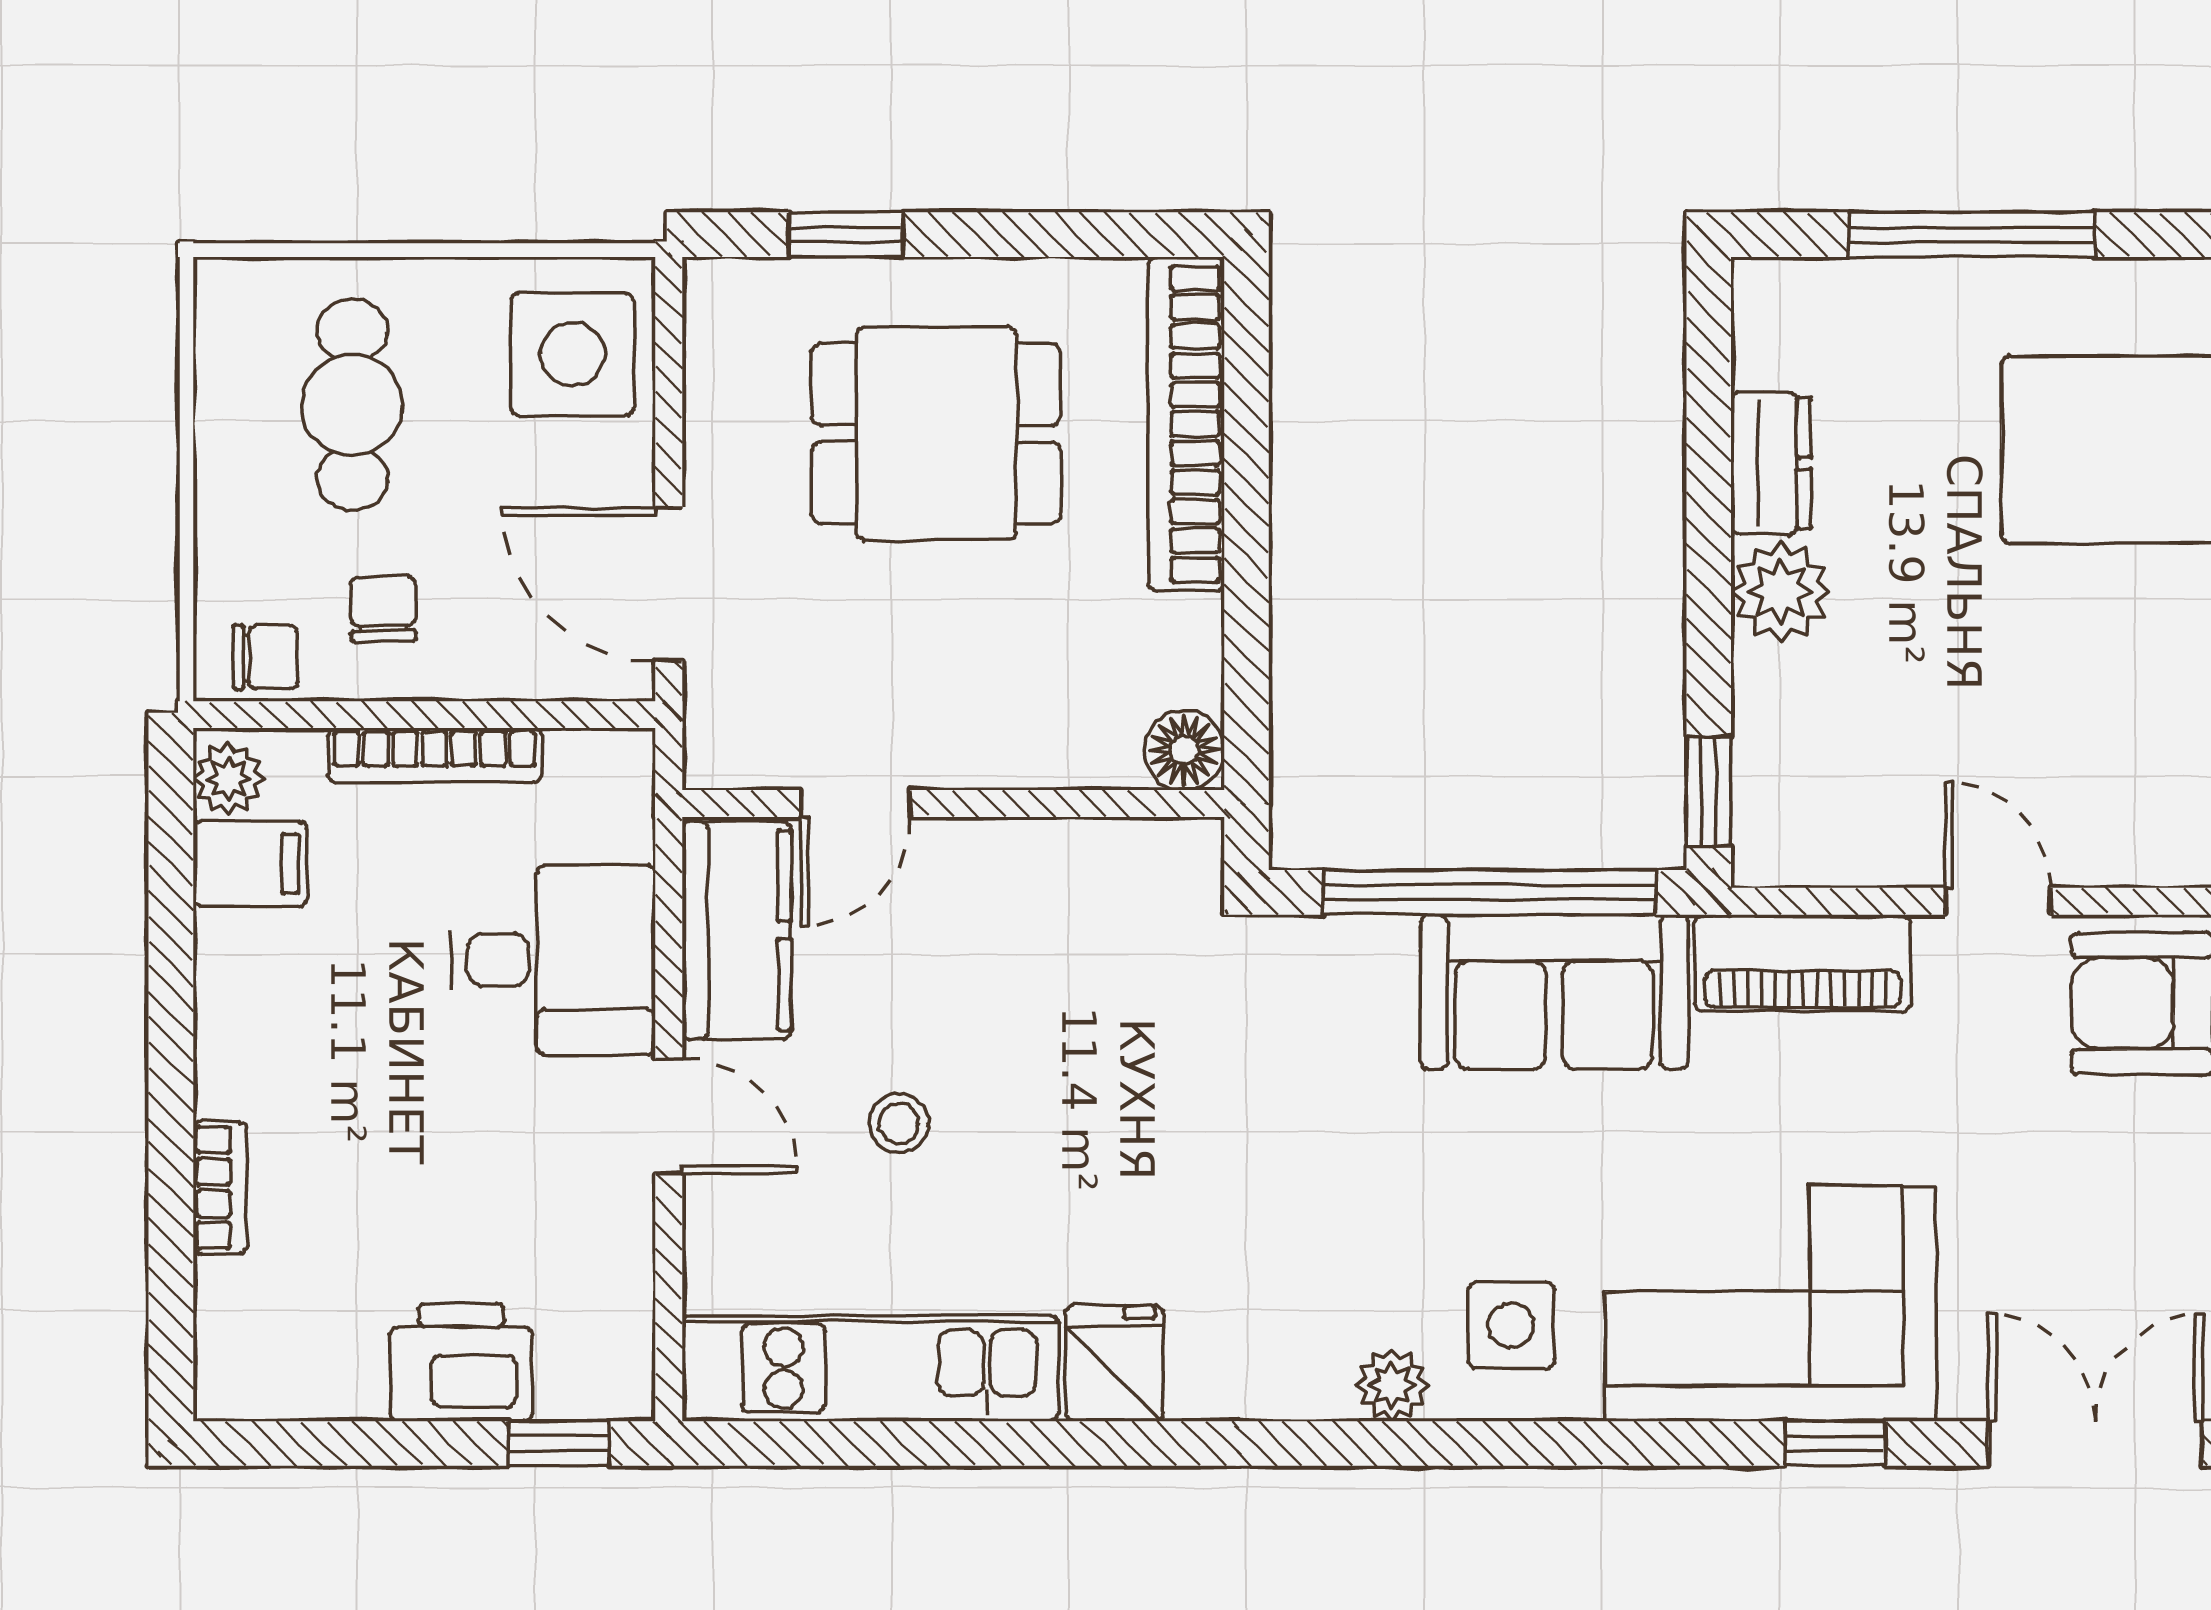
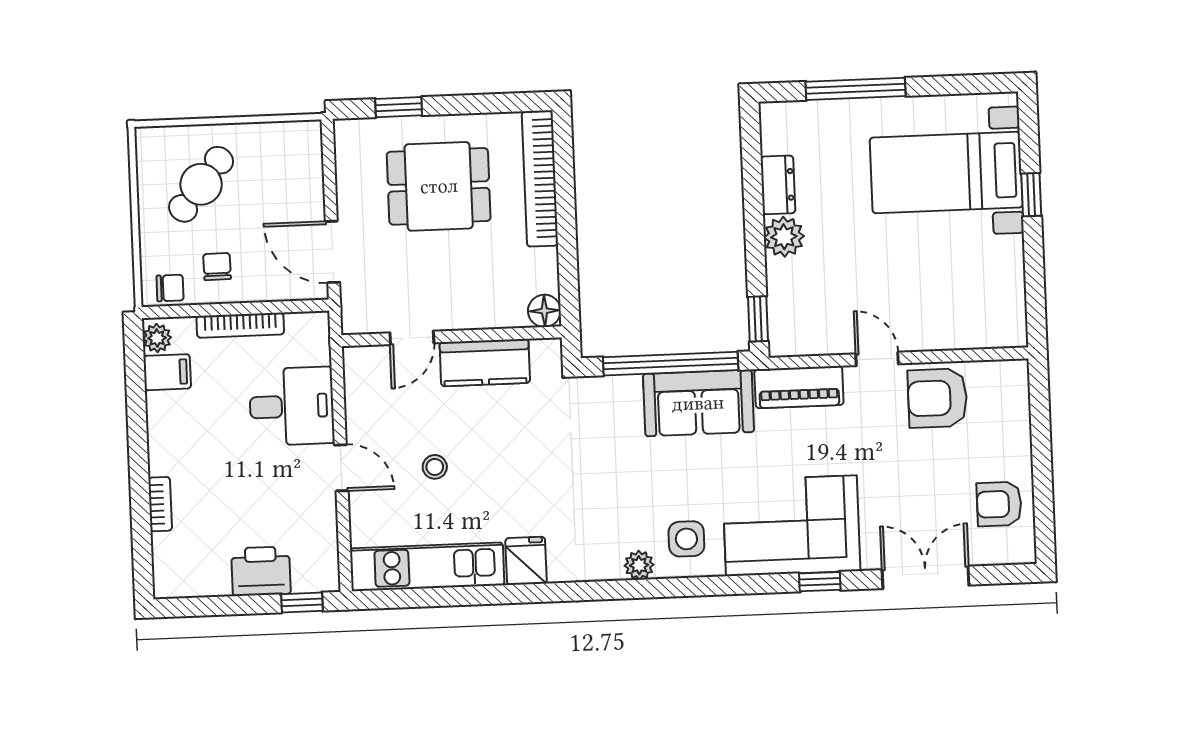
side table: (573, 354) -> (290, 160), removed
cafe table: (352, 405) -> (201, 184), turned 39
kitchen counter: (737, 930) -> (485, 363), moved, turned 90

